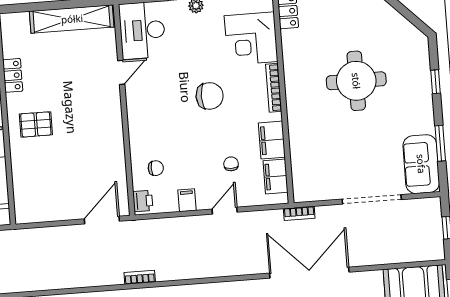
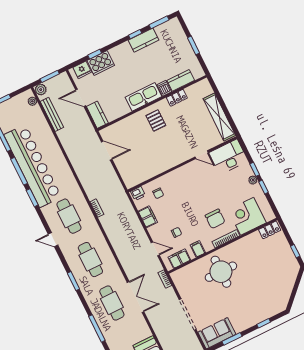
round table: (356, 81) -> (221, 272), moved
chair: (210, 96) -> (215, 219), moved
filing cabinet: (272, 140) -> (198, 249), width x0.50
filing cabinet: (187, 200) -> (148, 217), width x2.00
door: (225, 211) -> (155, 249), moved
door: (102, 220) -> (107, 151), moved
double door: (309, 273) -> (136, 297), width x0.73

